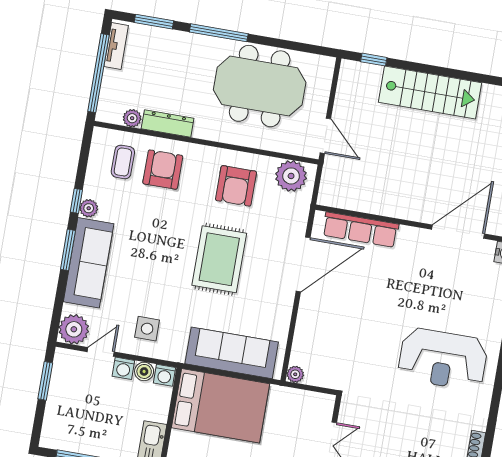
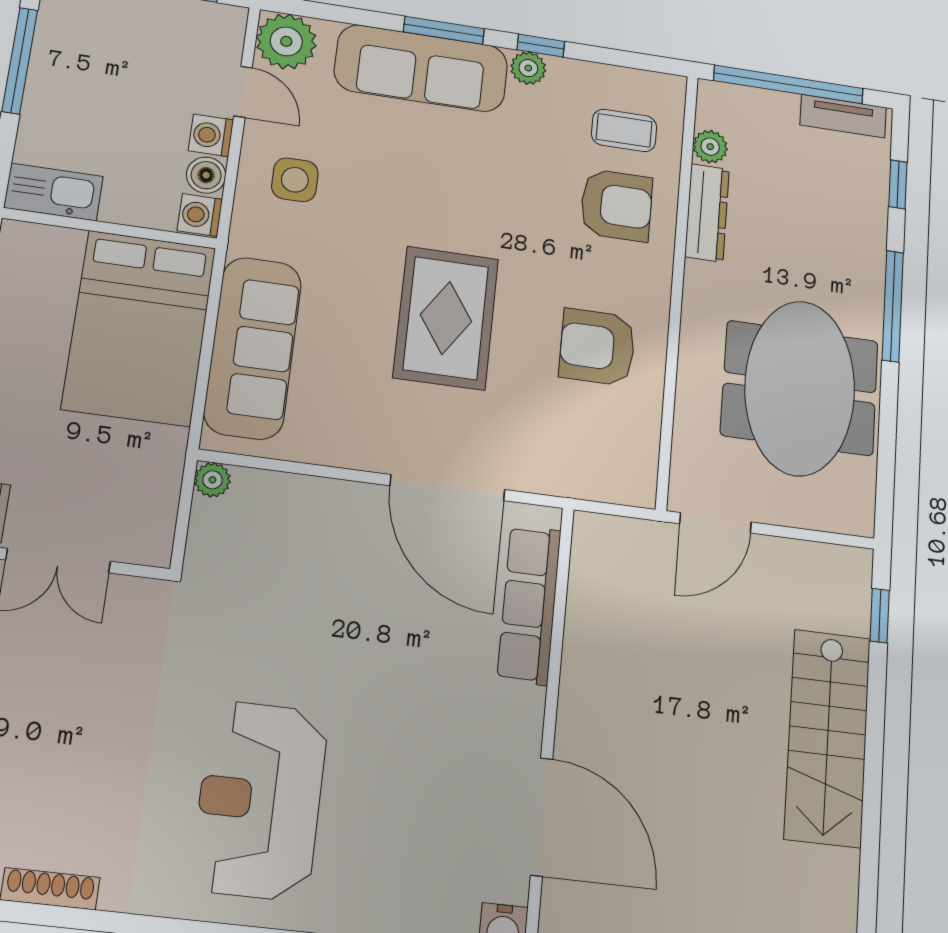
window: (154, 22) -> (898, 185), width x0.67
plant: (291, 176) -> (627, 456), removed
rug: (219, 259) -> (446, 318), turned 90

